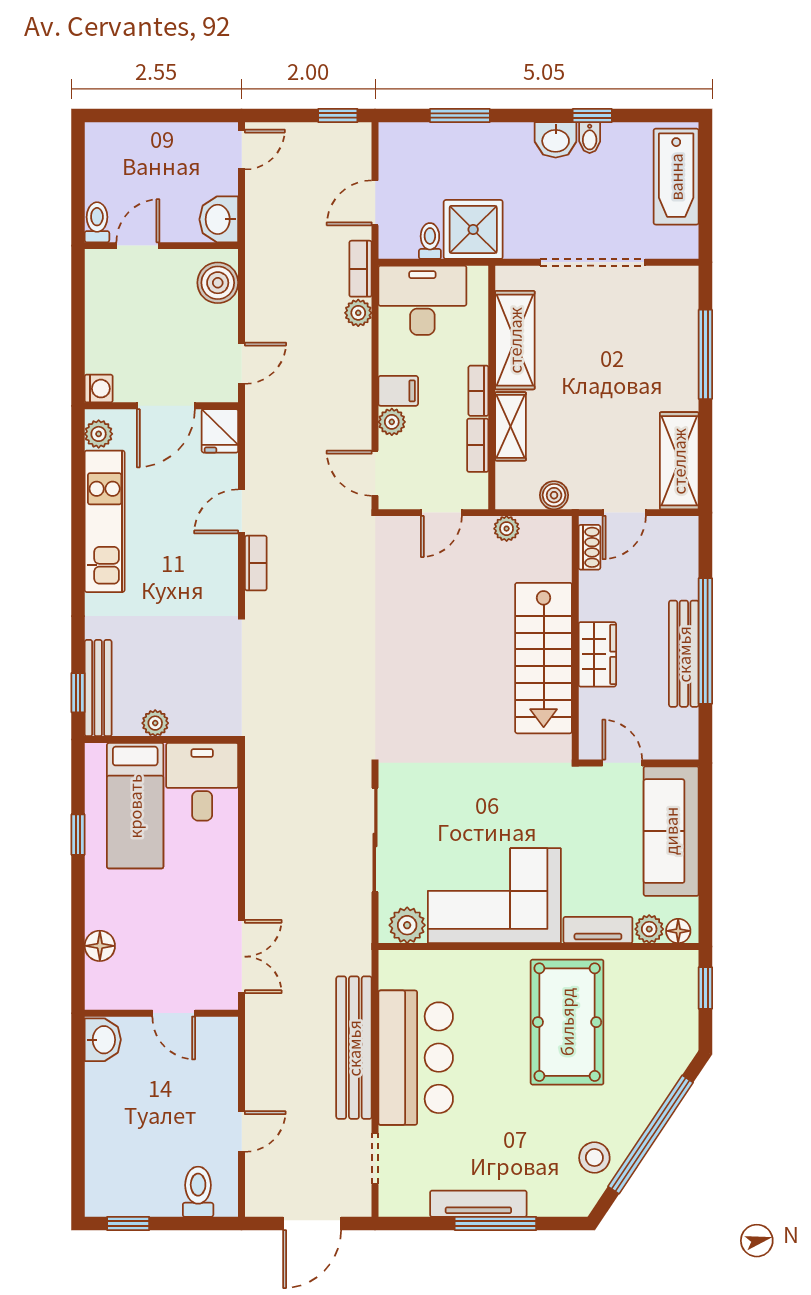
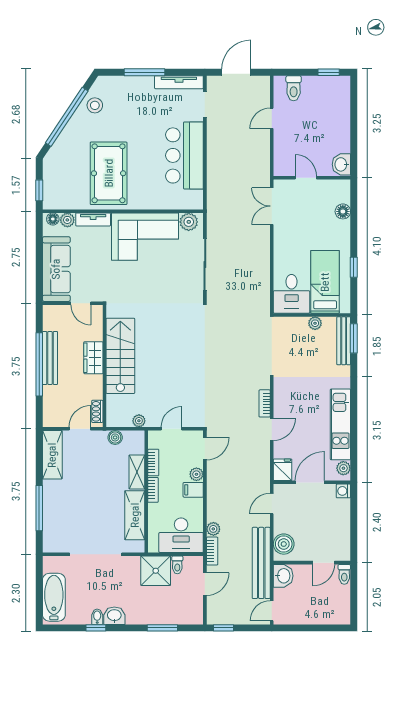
door: (375, 473) -> (205, 448), hinge flipped
window: (78, 693) -> (354, 338), width x1.50
bench: (354, 1048) -> (261, 563), moved
tv unit: (478, 1204) -> (179, 82), moved

